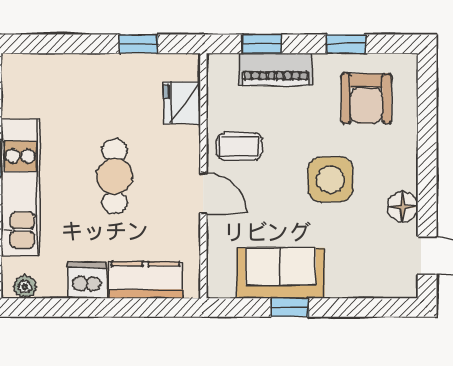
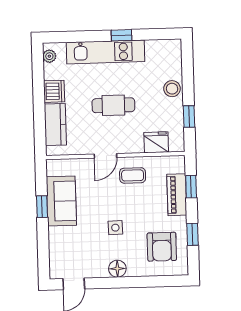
stool: (88, 72) -> (172, 89), added
armchair: (366, 99) -> (162, 247), turned -90
coffee table: (239, 146) -> (133, 175), turned 90
side table: (330, 179) -> (115, 228), width x0.54, depth x0.54
floor lamp: (403, 207) -> (117, 269), moved

